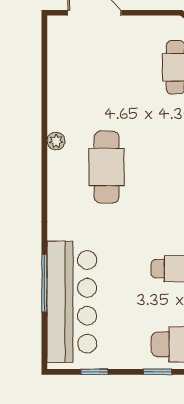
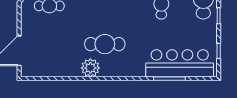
plant: (56, 141) -> (90, 68), width x1.88, depth x1.88

